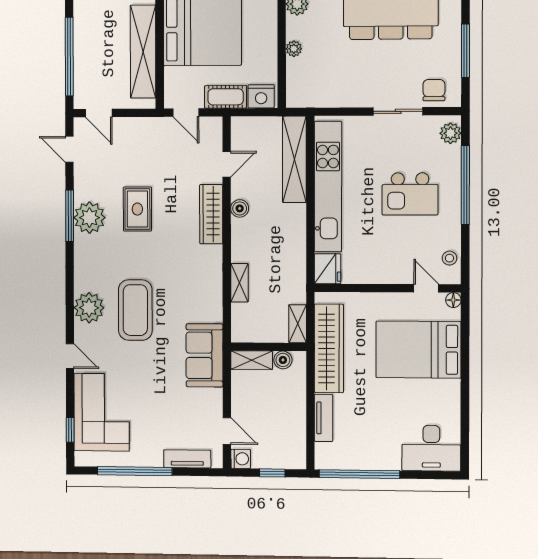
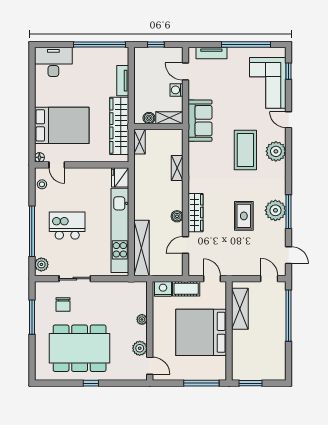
shelving: (143, 52) -> (240, 309), width x0.68
chair: (434, 90) -> (63, 304), moved
washing machine: (241, 459) -> (176, 90), moved

